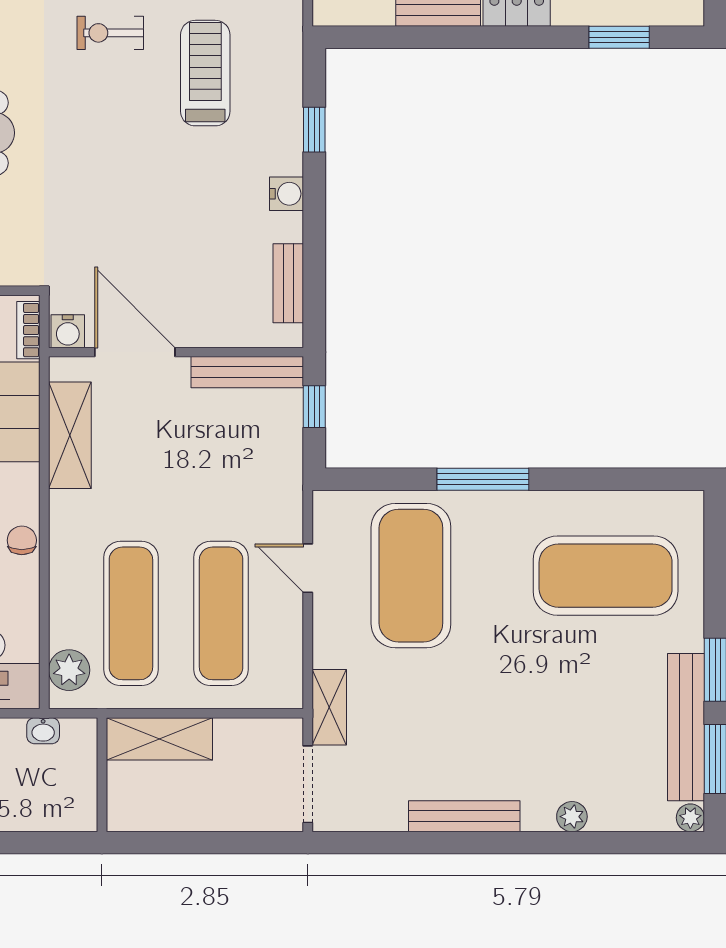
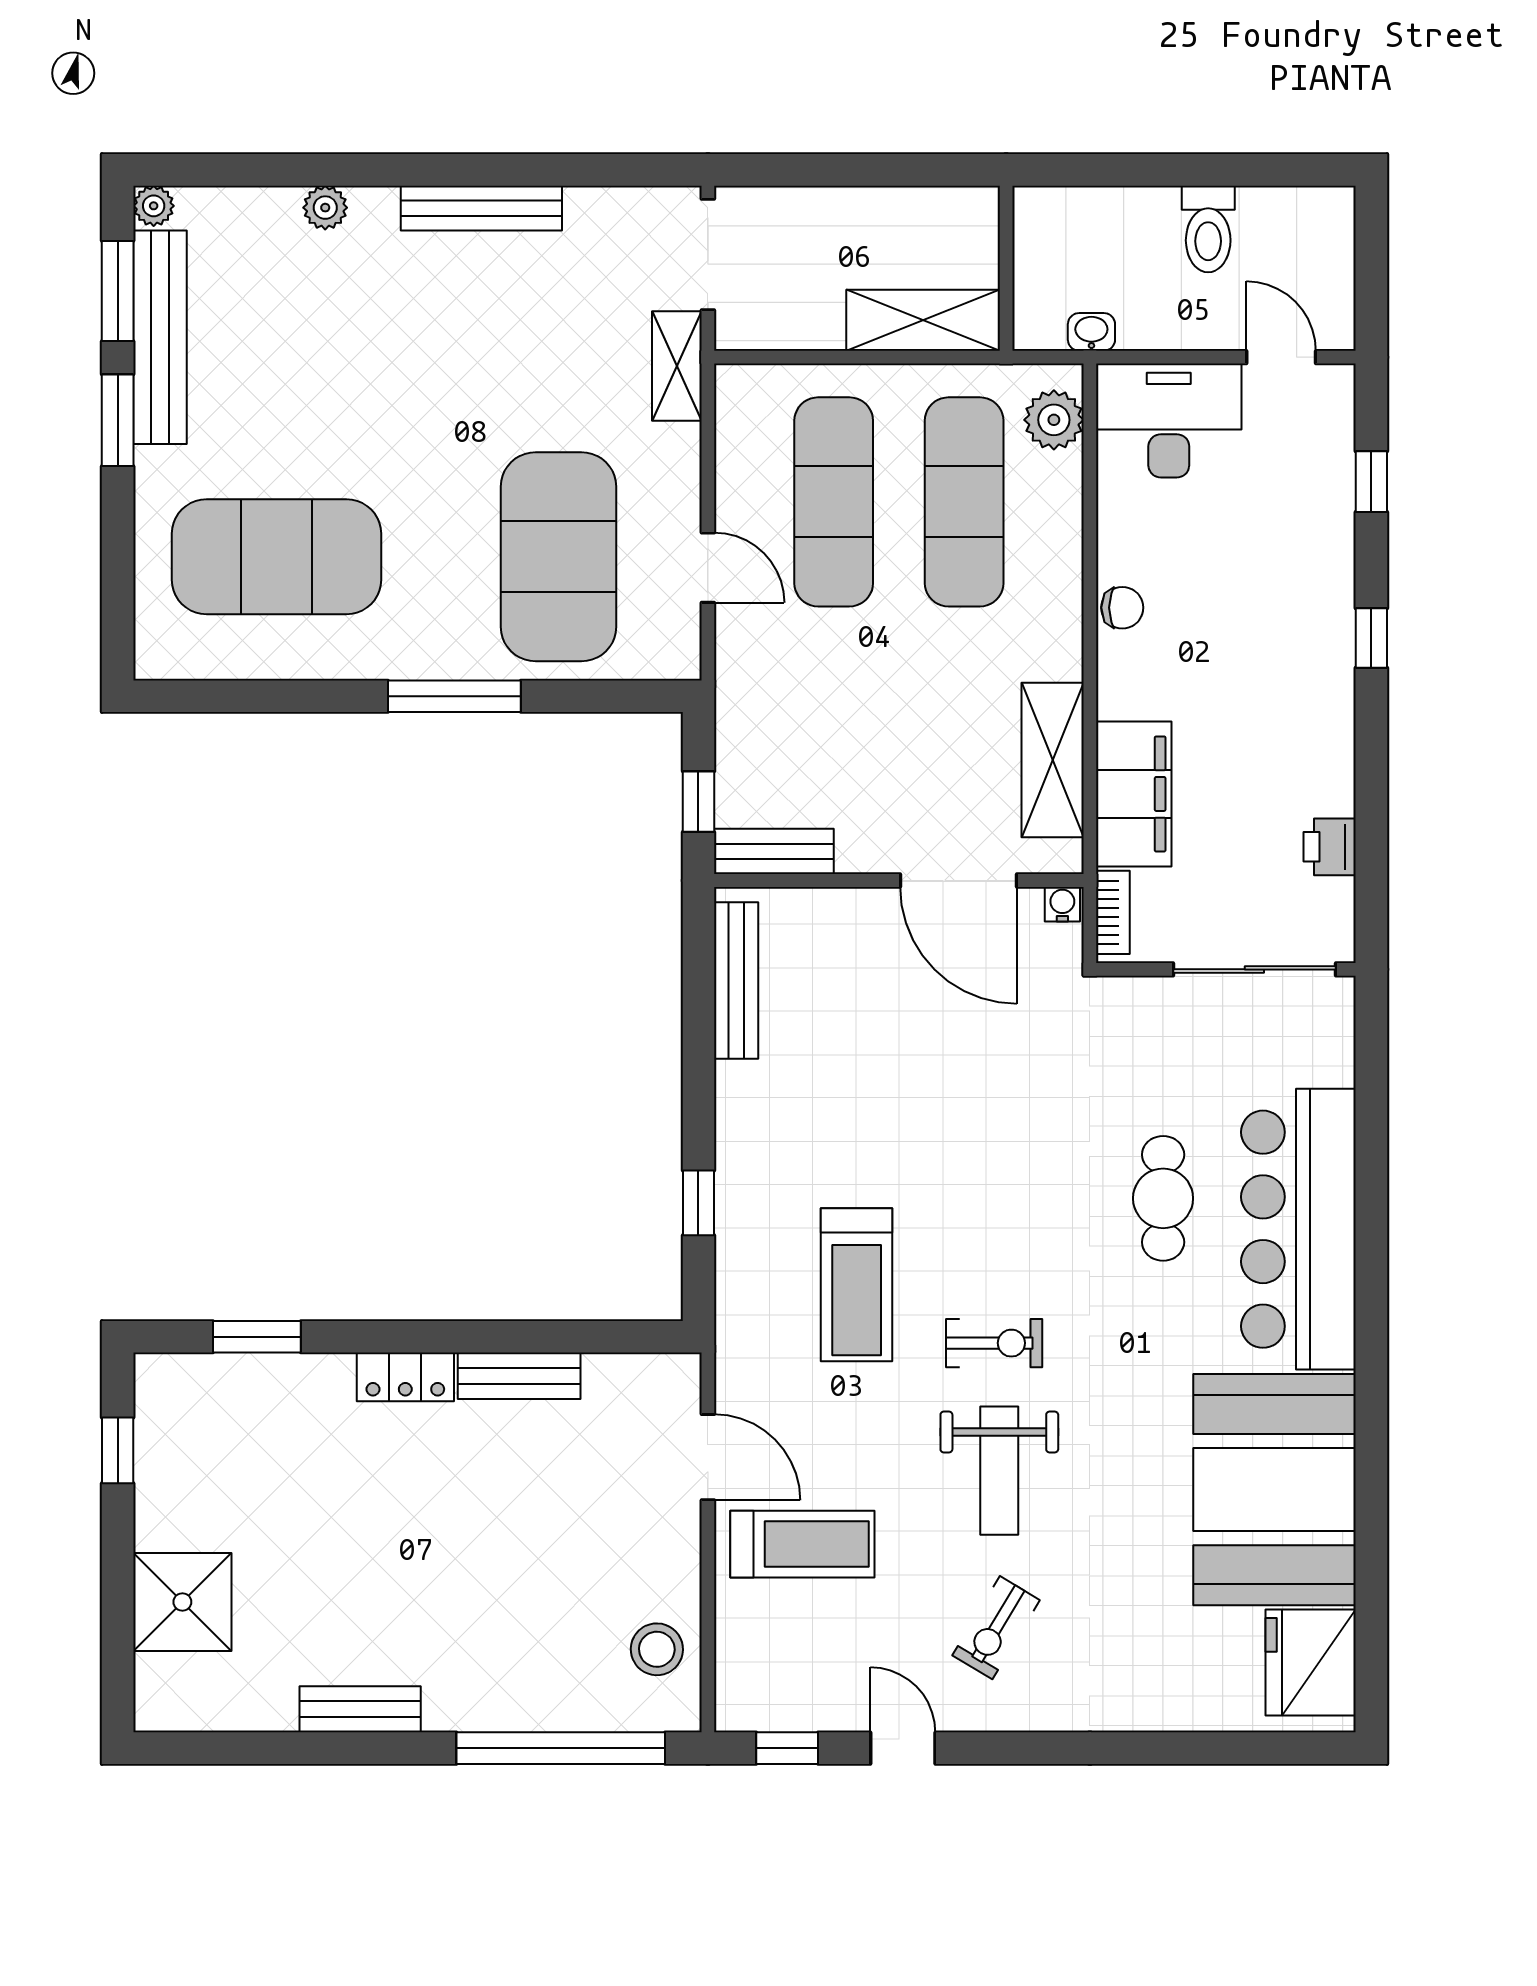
water cooler: (287, 194) -> (739, 1110), removed
bench: (288, 283) -> (736, 980), width x1.36
water cooler: (68, 331) -> (1062, 904), width x0.72, depth x0.72
bench: (247, 372) -> (774, 851), width x0.73
chair: (22, 540) -> (1122, 608), turned -90

